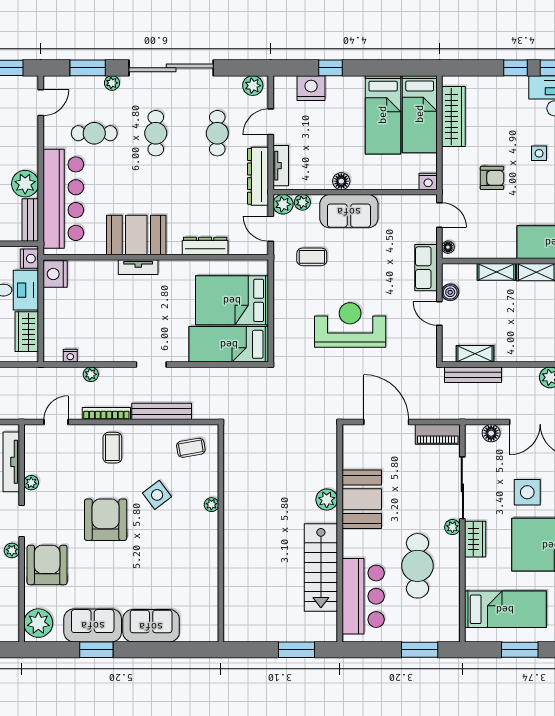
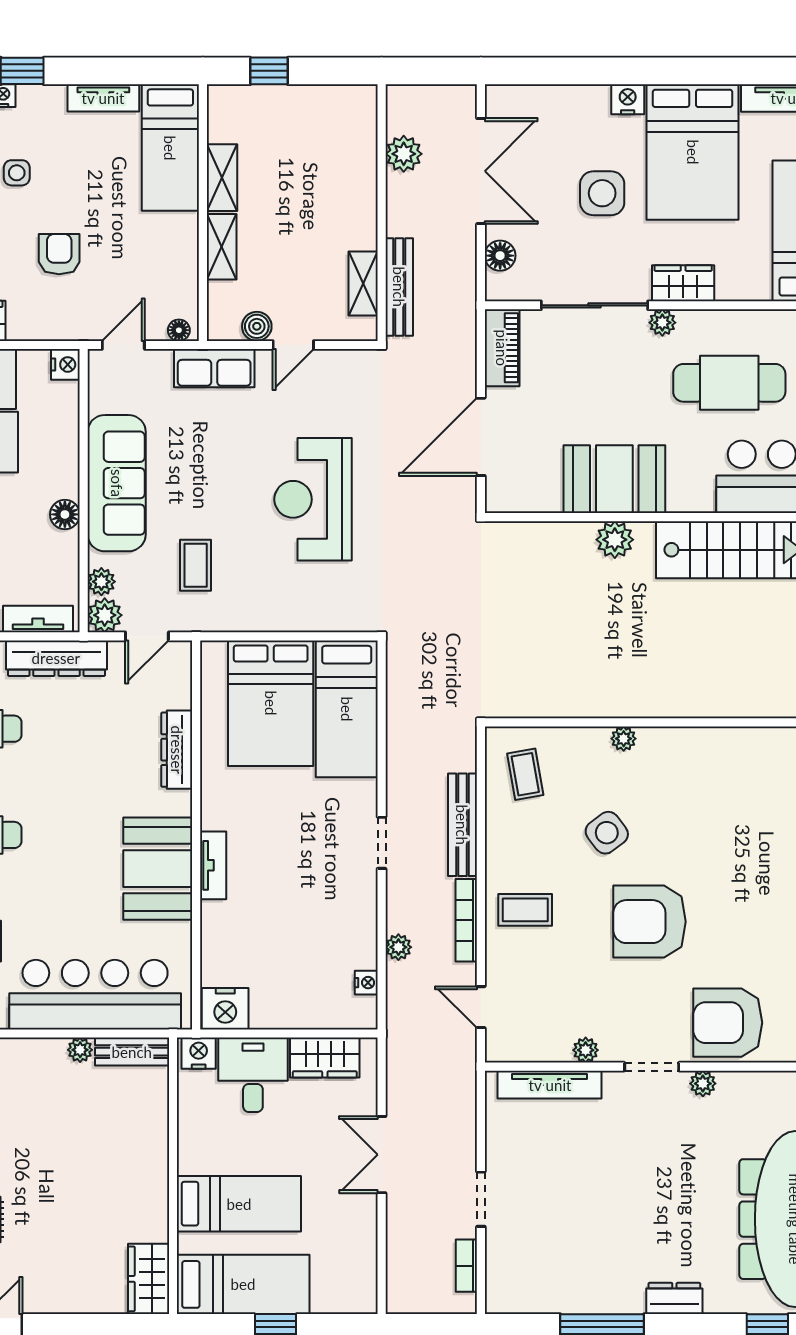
plant: (25, 184) -> (80, 1050), width x0.53, depth x0.53
sofa: (349, 211) -> (117, 483), width x1.36

